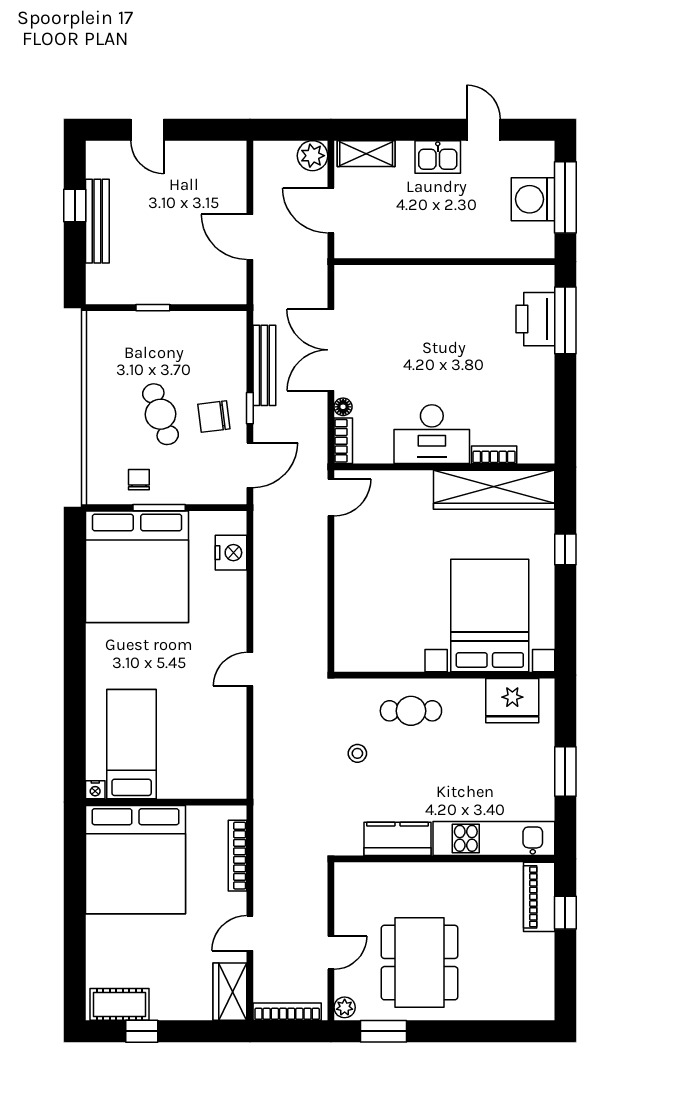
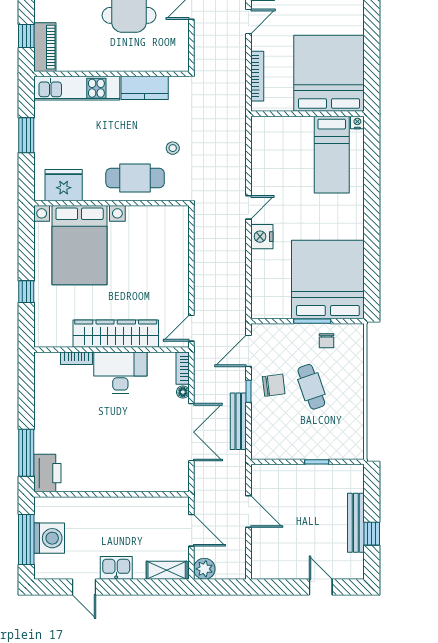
printer: (535, 319) -> (47, 473), moved
wardrobe: (494, 490) -> (116, 334), moved
nightstand: (231, 553) -> (262, 237), moved
cafe table: (411, 711) -> (135, 178), width x1.37, depth x1.35

